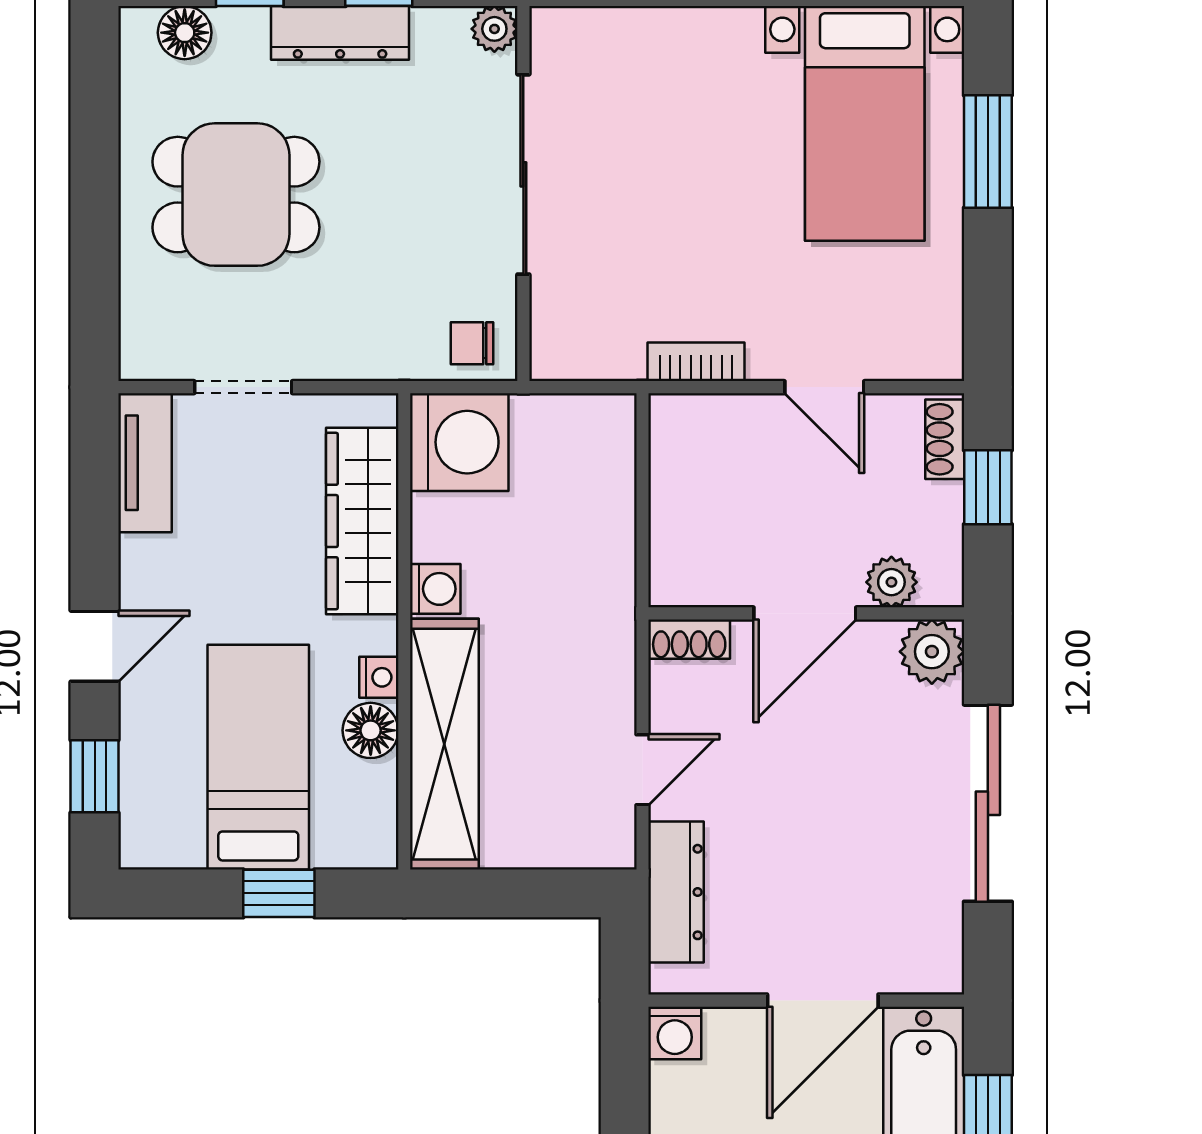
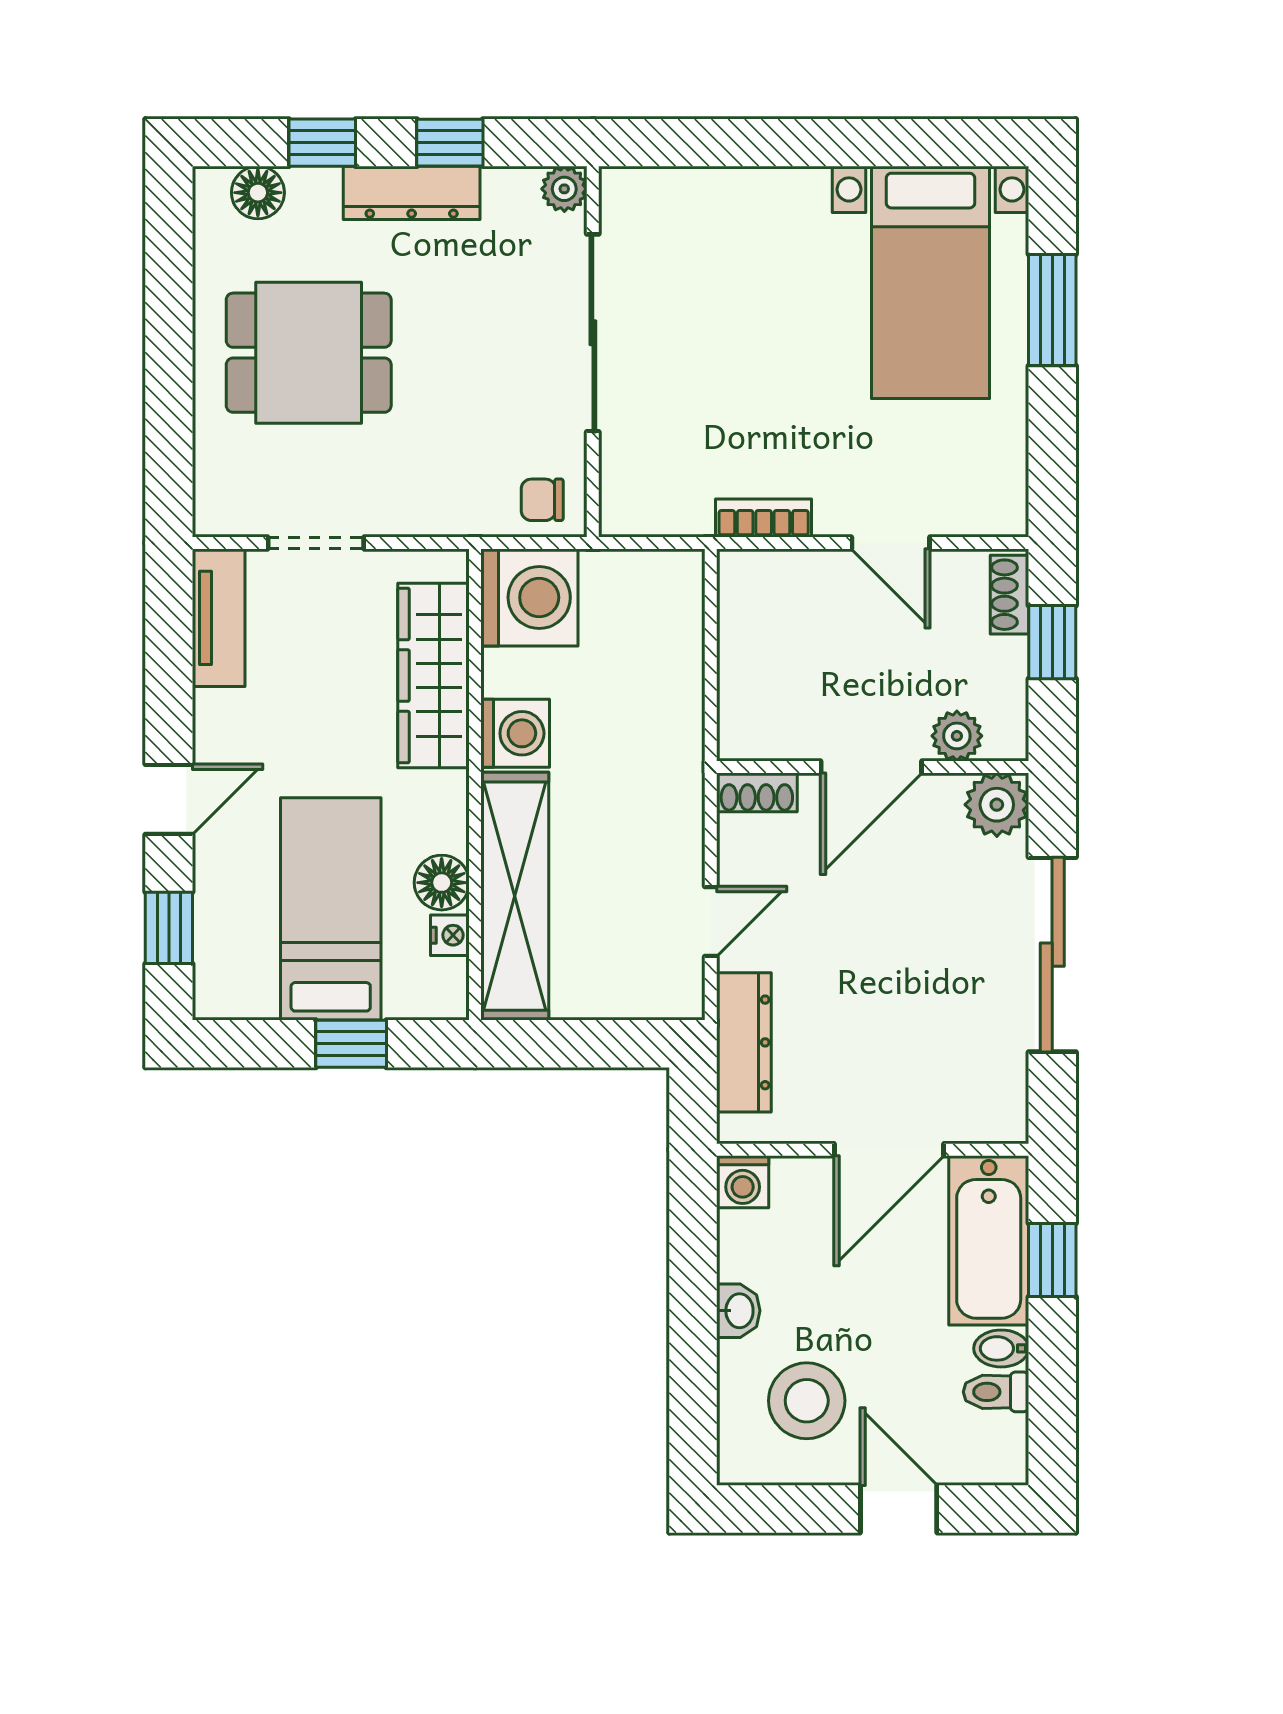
washing machine: (435, 589) -> (515, 733), width x1.38, depth x1.38
nightstand: (379, 677) -> (450, 935), moved

